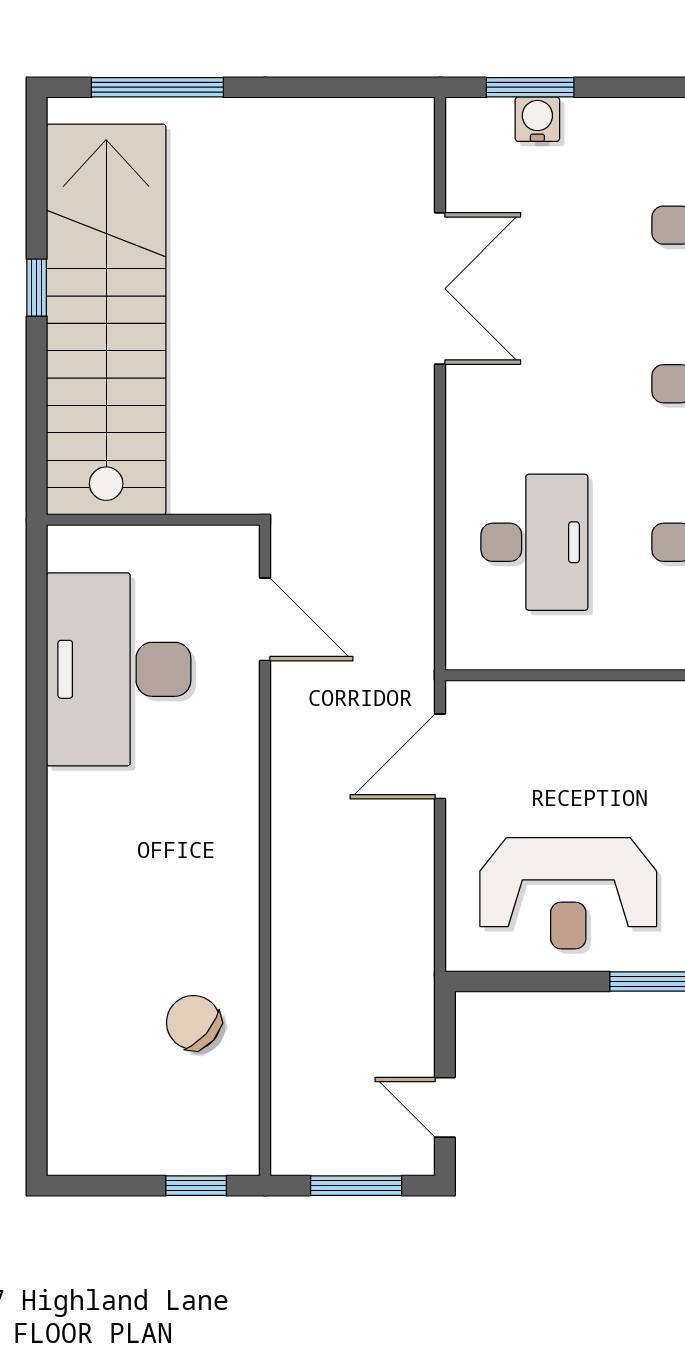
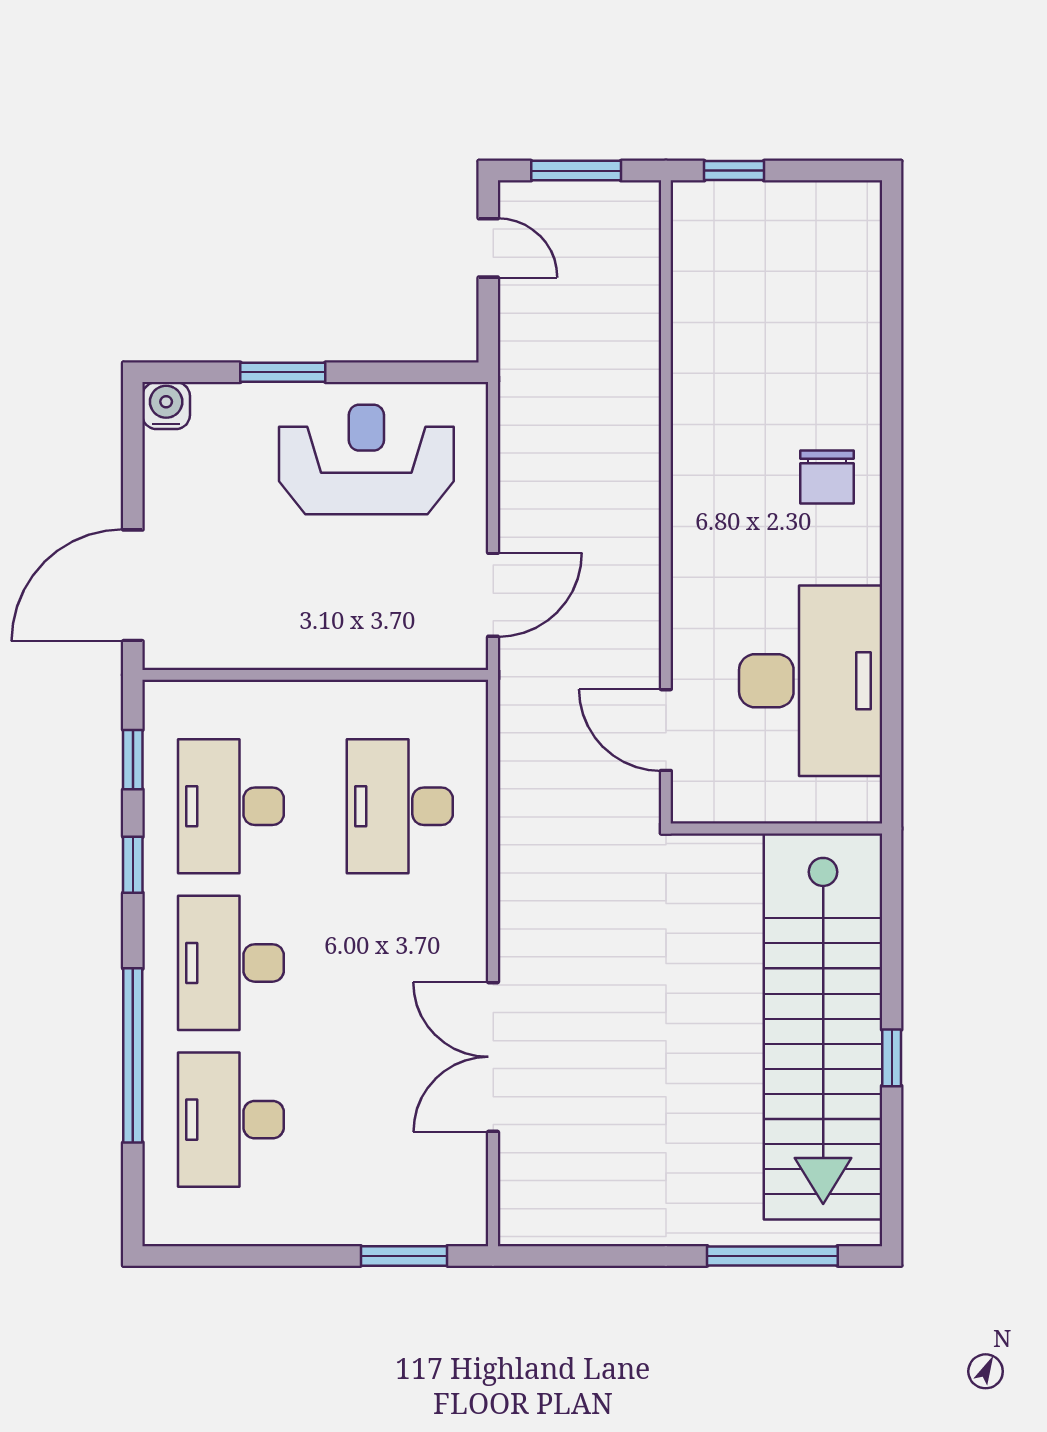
water cooler: (537, 119) -> (397, 1224), removed
chair: (193, 1022) -> (827, 477), moved, turned 49

